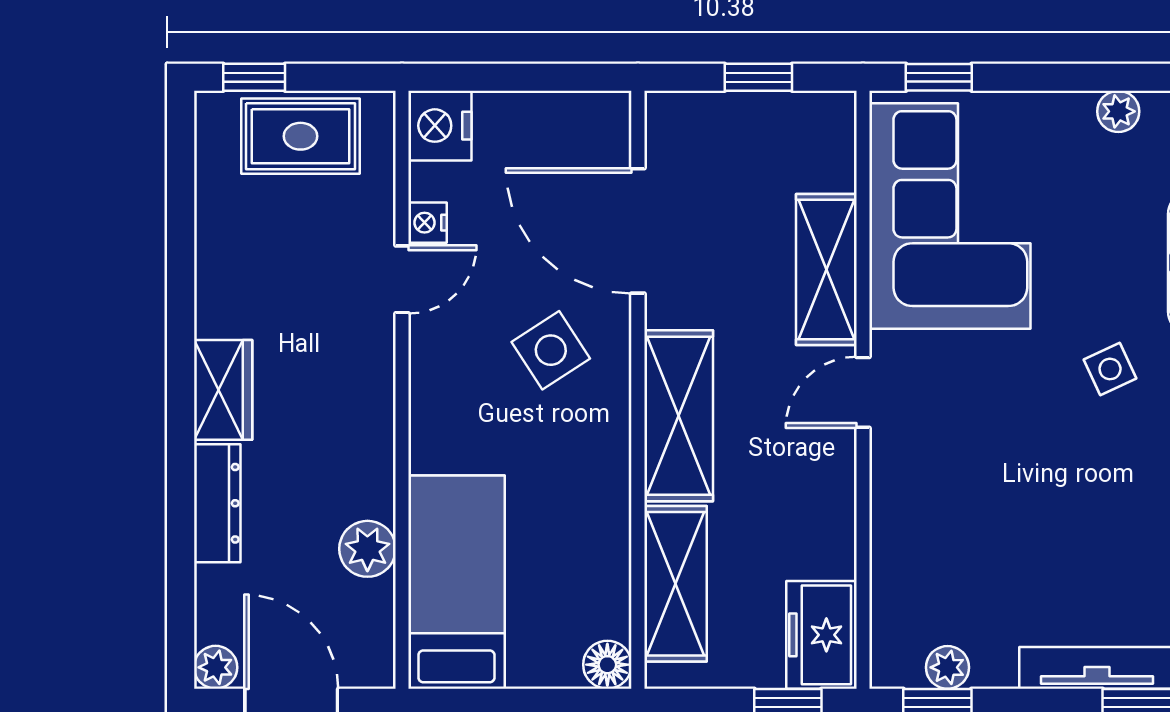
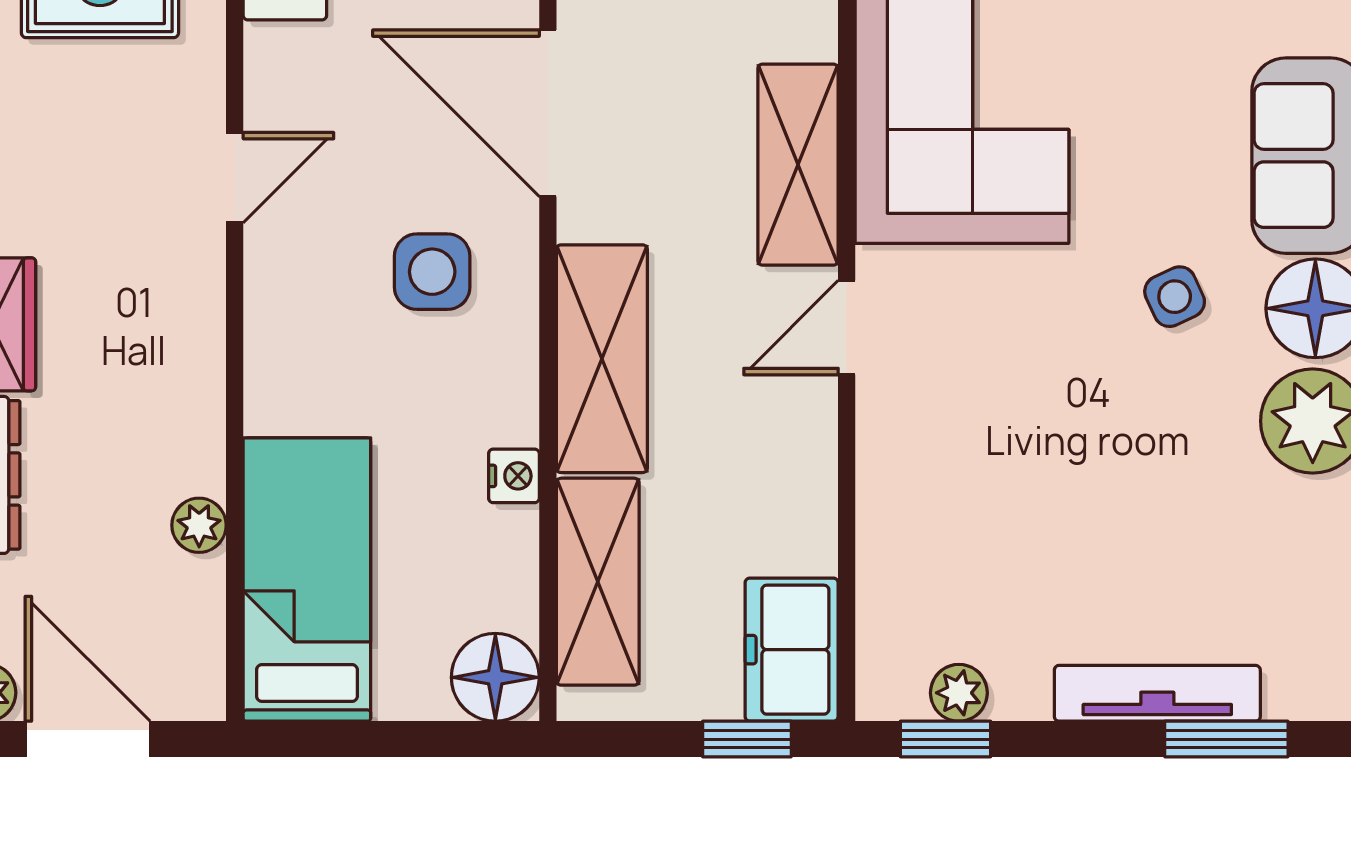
nightstand: (428, 223) -> (514, 476), moved, turned 180
side table: (551, 350) -> (432, 272), turned 33
plant: (367, 549) -> (199, 525), width x0.73, depth x0.73
floor lamp: (607, 665) -> (495, 677), width x1.38, depth x1.38

